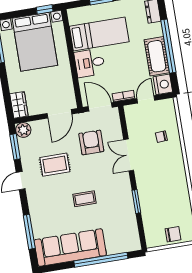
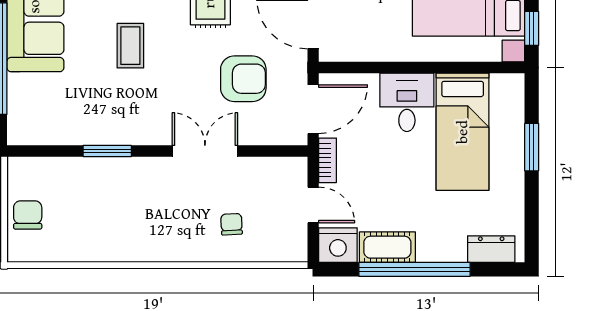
cot: (157, 56) -> (387, 247), width x0.73, depth x0.75
chair: (173, 234) -> (28, 215), turned 180

